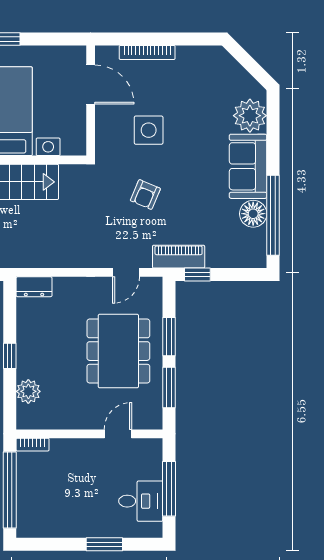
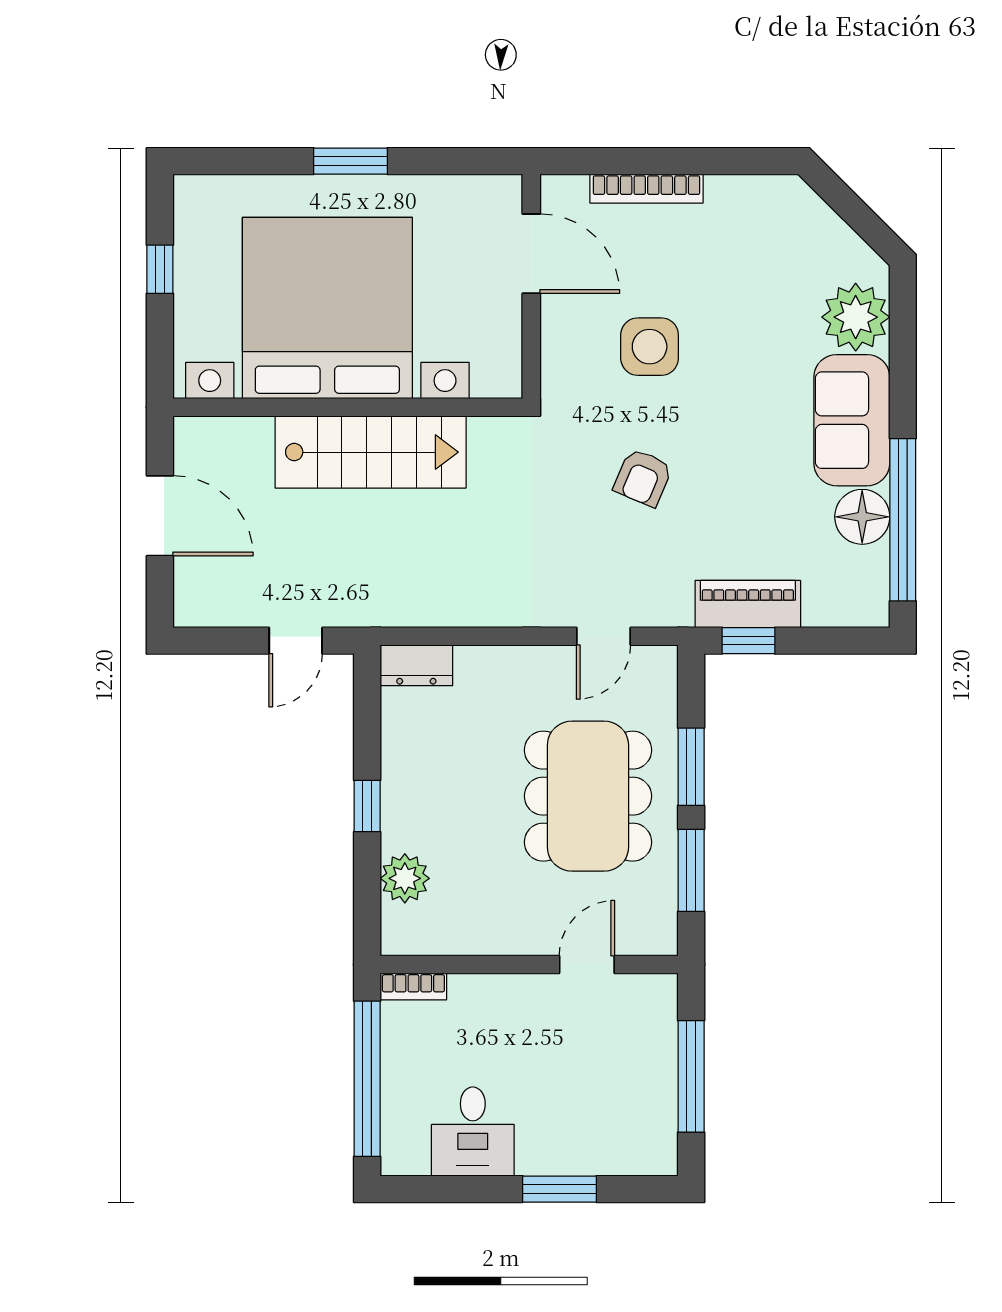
piano: (179, 257) -> (748, 604), moved
desk: (141, 501) -> (473, 1132), moved, turned 90

